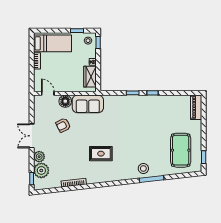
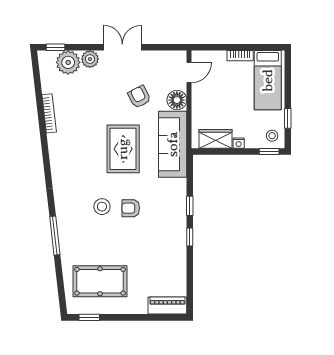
sofa: (88, 104) -> (173, 144), width x1.36
armchair: (134, 131) -> (131, 208), added
rug: (101, 154) -> (123, 149), moved, width x1.36, depth x1.43
stool: (143, 168) -> (102, 207), moved

